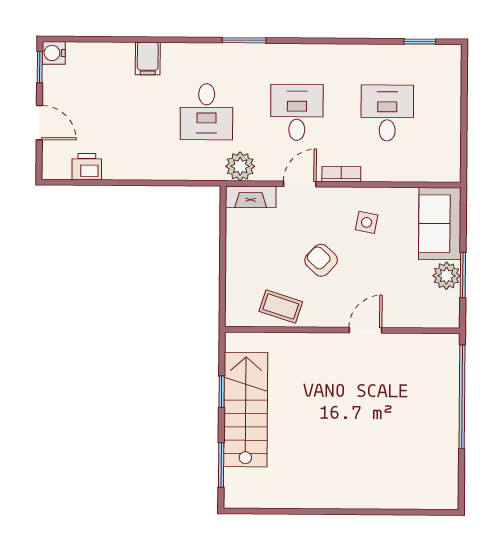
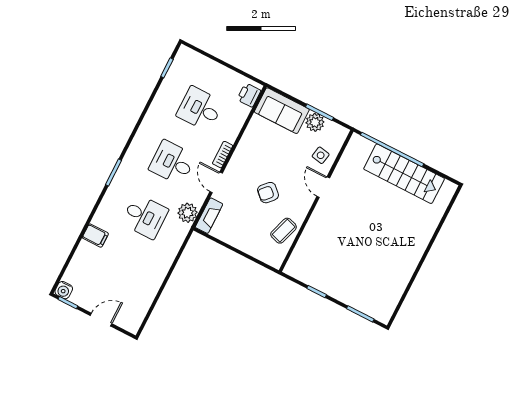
printer: (87, 167) -> (249, 95), moved
side table: (367, 222) -> (321, 155), moved
stairs: (246, 410) -> (404, 174), moved, turned 180

